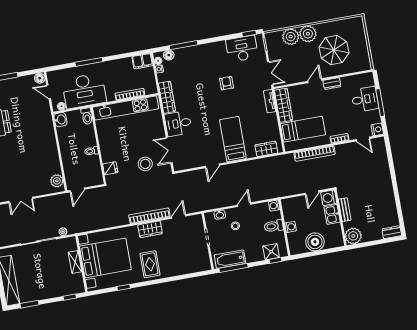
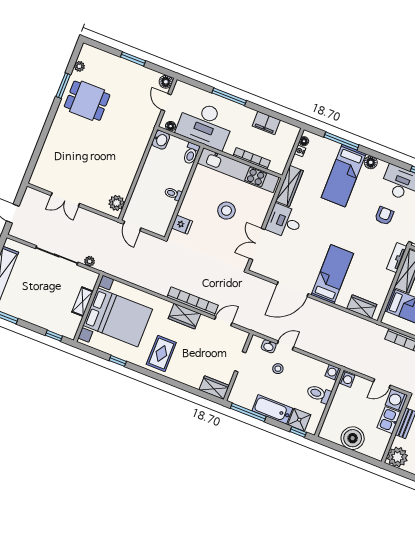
floor lamp: (169, 55) -> (371, 162), moved
filing cabinet: (142, 61) -> (266, 123), moved
bed: (199, 68) -> (344, 176), added
armchair: (227, 83) -> (384, 216), moved
stool: (145, 164) -> (226, 211), moved
door: (212, 166) -> (293, 289), width x1.88
door: (77, 190) -> (132, 226), hinge flipped
door: (244, 205) -> (285, 345), moved
washing machine: (290, 227) -> (347, 379), moved
bathtub: (230, 259) -> (272, 409), moved
wardrobe: (200, 265) -> (214, 388), added

